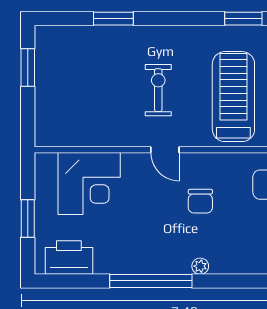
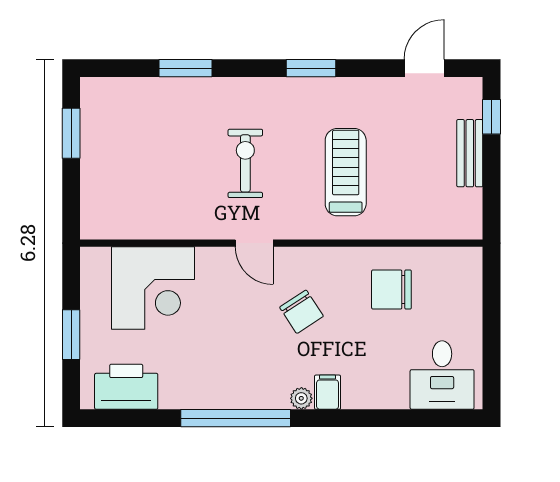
window: (243, 19) -> (311, 68), moved
treadmill: (233, 97) -> (346, 172), width x0.73, depth x0.73
chair: (200, 201) -> (301, 312), turned -33
filing cabinet: (220, 262) -> (328, 392), added

